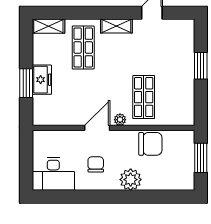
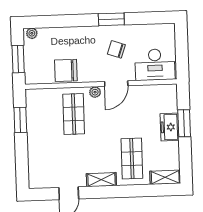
window: (201, 66) -> (20, 120), moved
chair: (96, 164) -> (116, 49), turned 109
desk: (53, 174) -> (155, 65), moved, turned 180
plant: (131, 180) -> (32, 33), moved, width x0.53, depth x0.53
window: (100, 197) -> (111, 19), added

